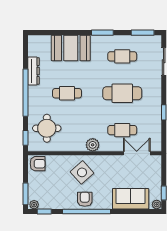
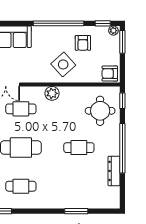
window: (102, 33) -> (76, 211), moved
booth: (71, 48) -> (75, 195), removed
armchair: (85, 199) -> (83, 43), moved

